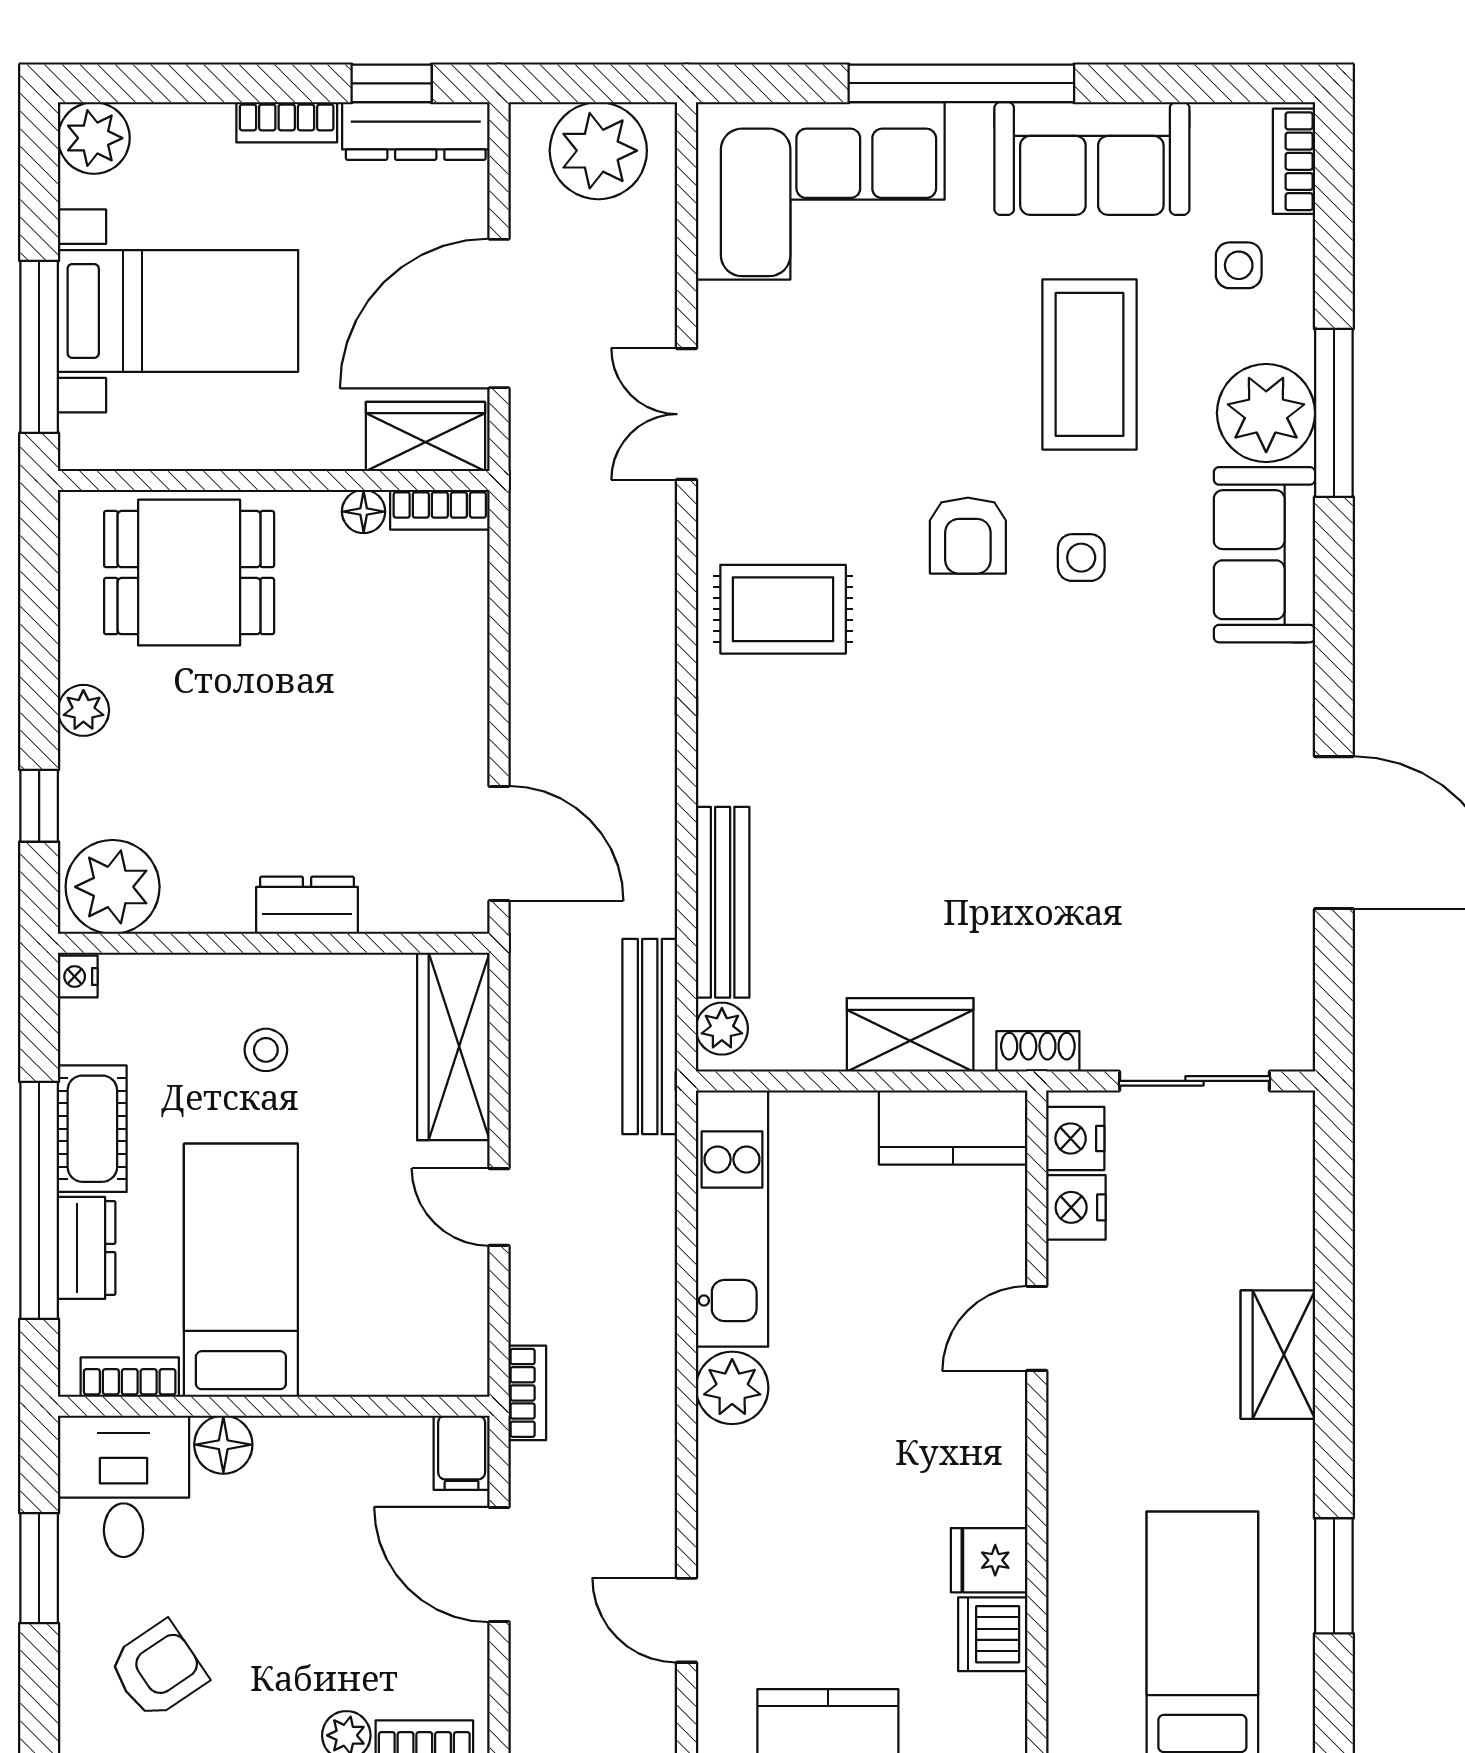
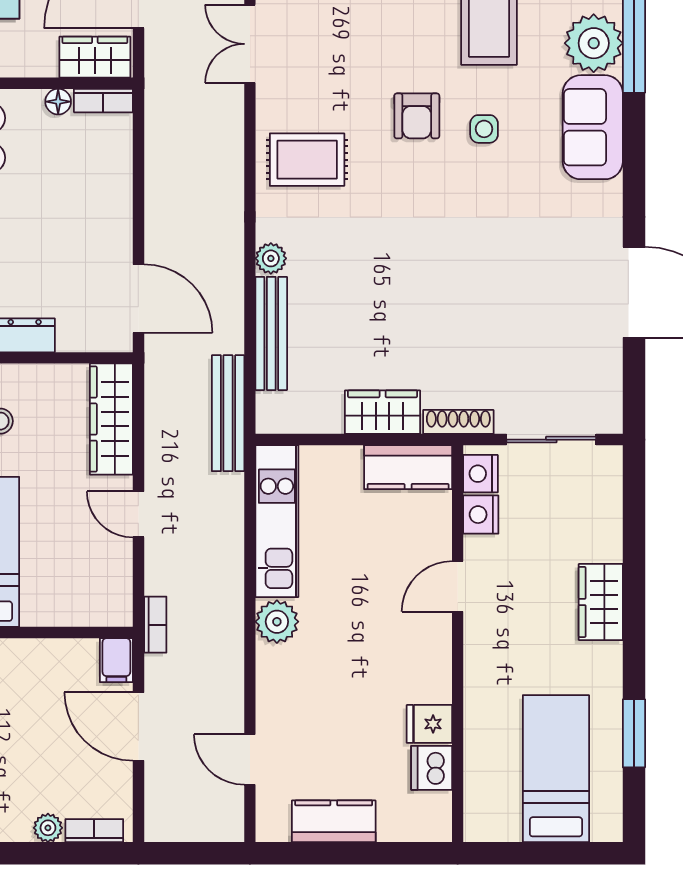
plant: (722, 1029) -> (271, 258), moved
shoe rack: (1038, 1051) -> (458, 422), width x1.43

